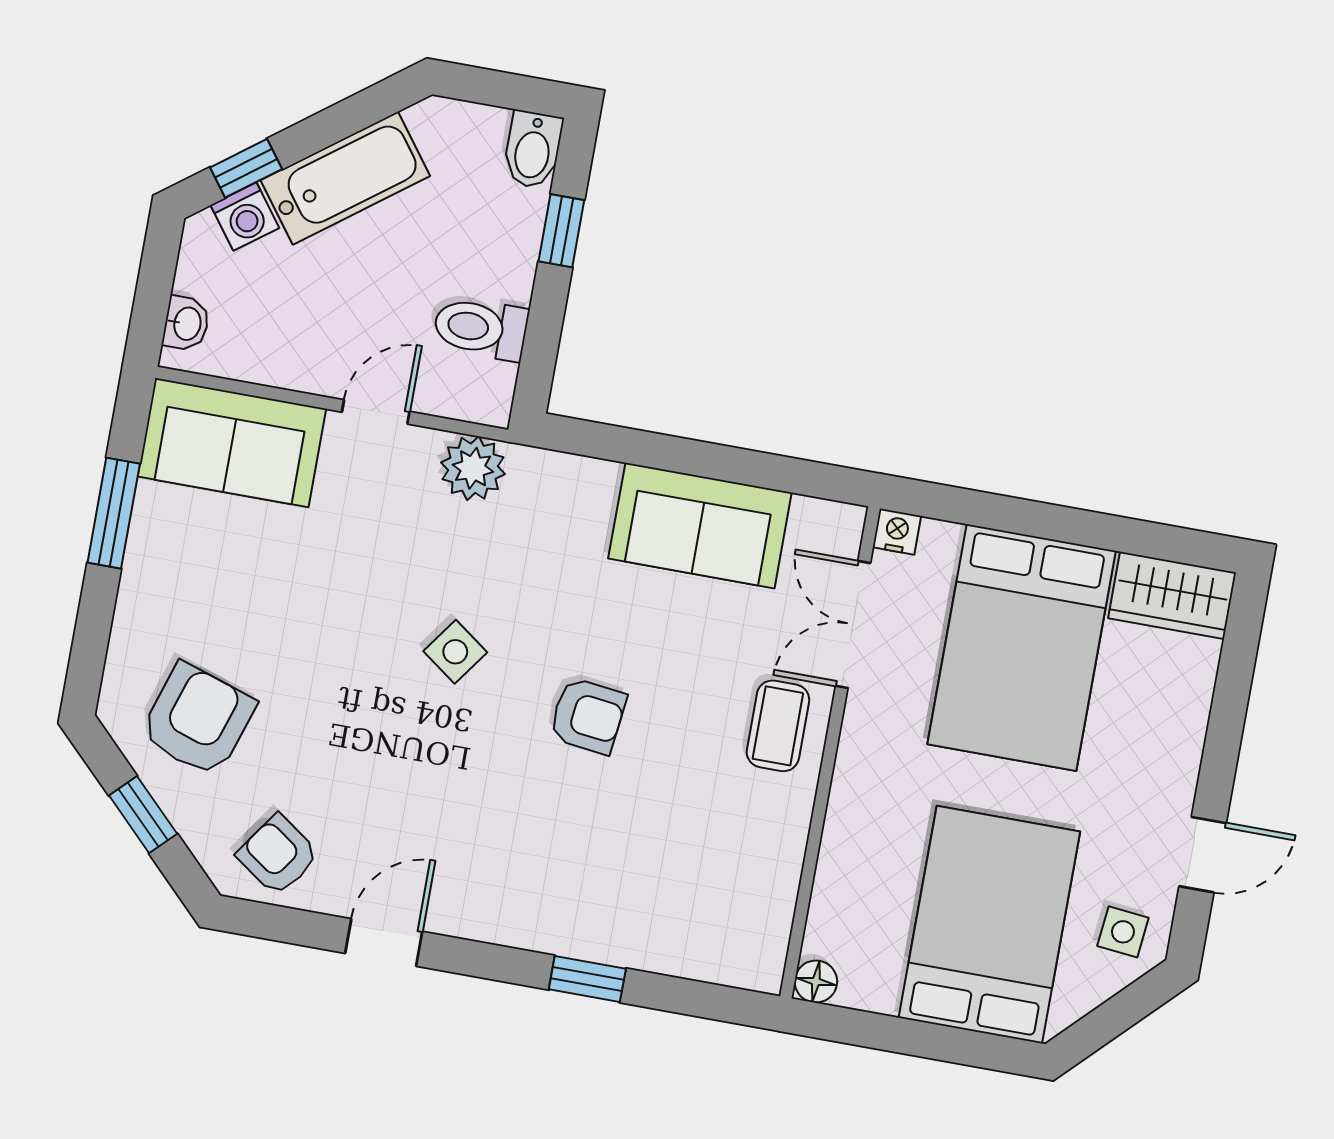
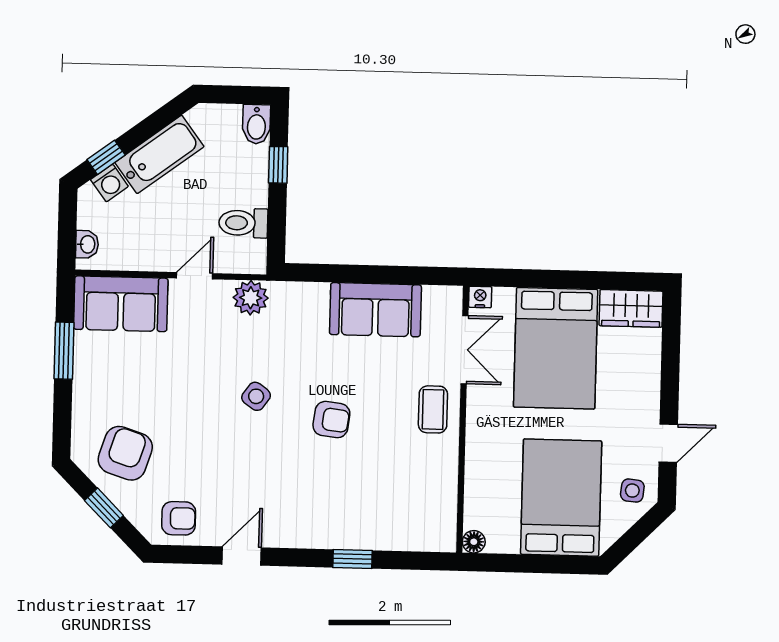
double door: (853, 624) -> (464, 350), swing flipped
armchair: (278, 855) -> (179, 518), turned 145

